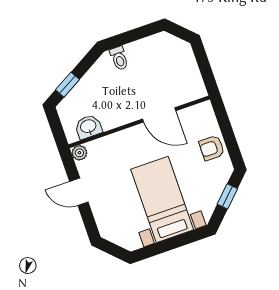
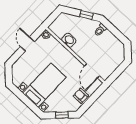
window: (67, 85) -> (86, 15), moved
door: (159, 115) -> (92, 71), moved
washbasin: (88, 127) -> (69, 40), moved

